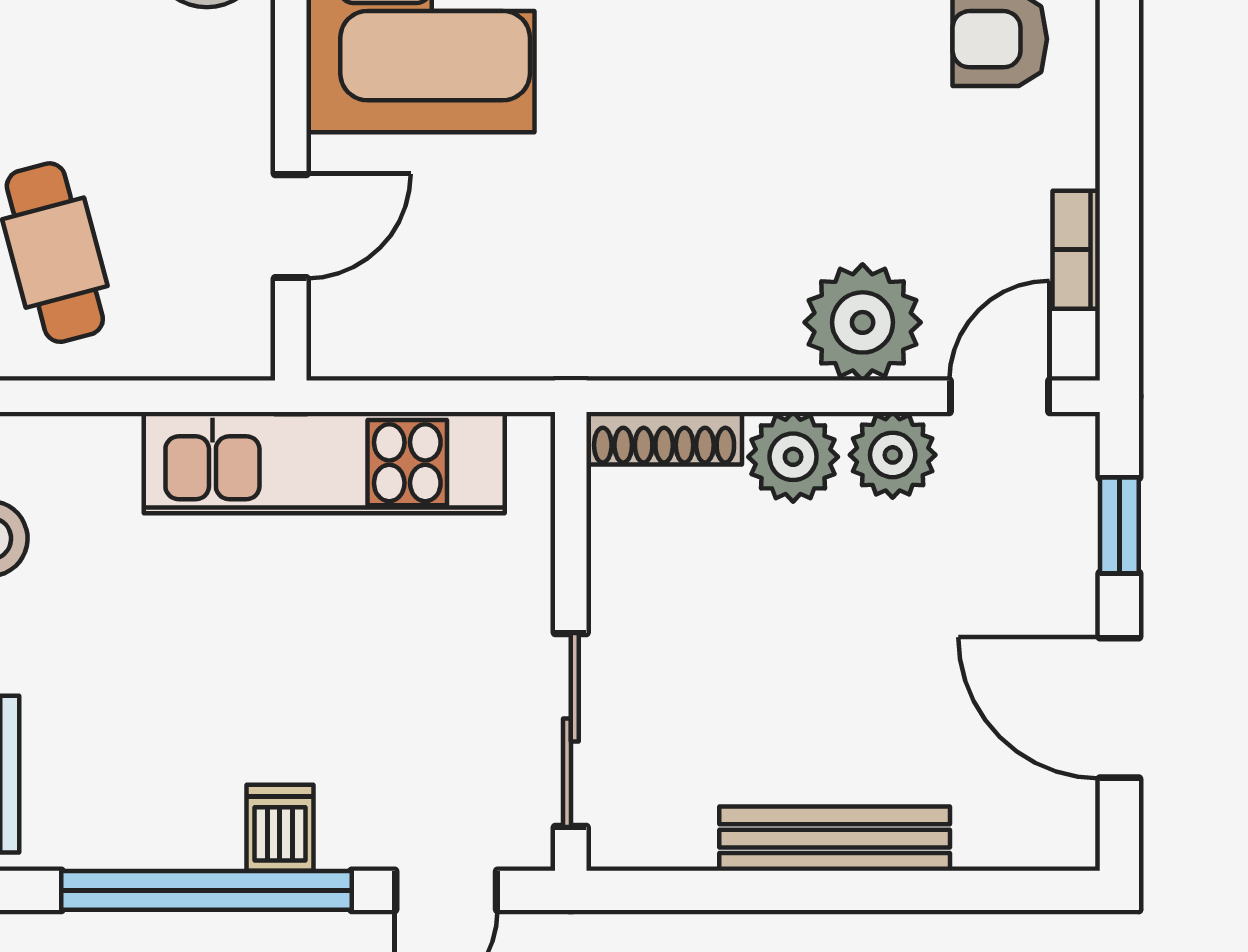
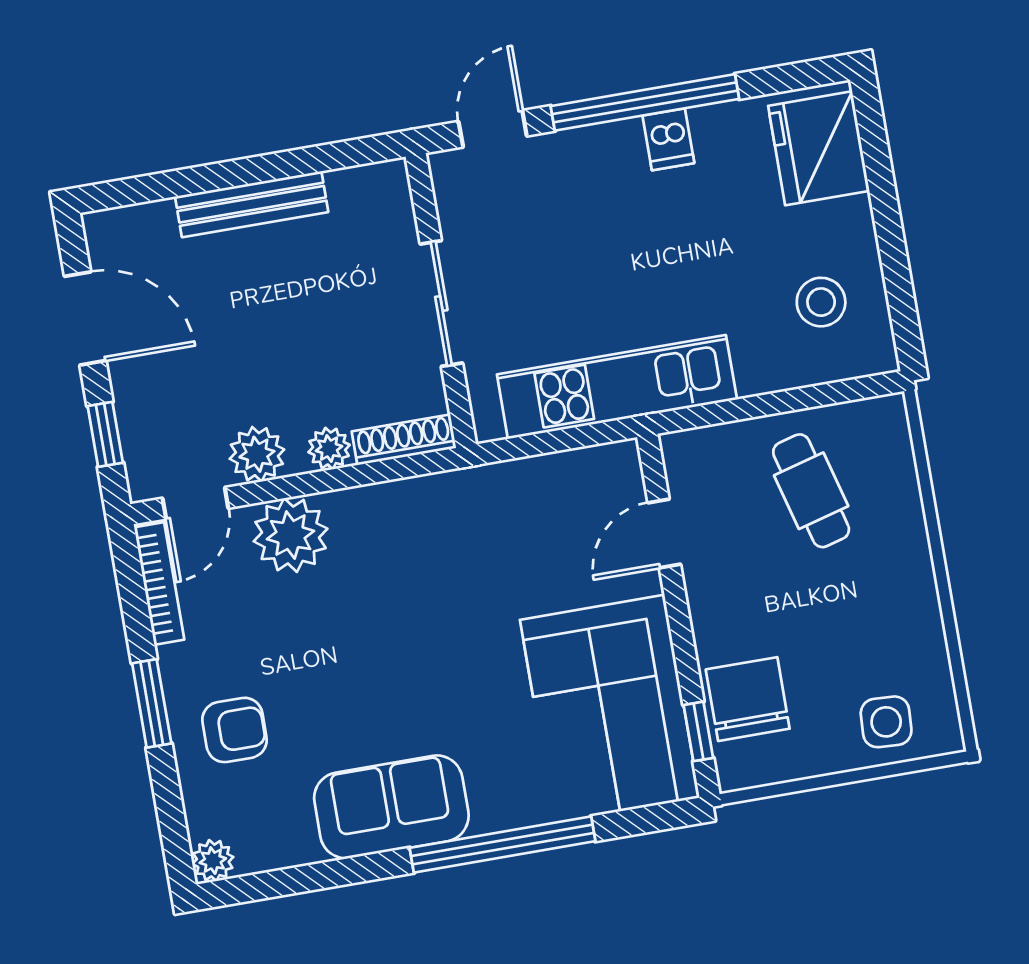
window: (1119, 102) -> (152, 703), added
bookcase: (1076, 250) -> (159, 584), width x1.56
plant: (793, 457) -> (329, 449), width x0.73, depth x0.73
sliding door: (571, 730) -> (441, 303), moved
dishwasher: (280, 828) -> (668, 139), moved

